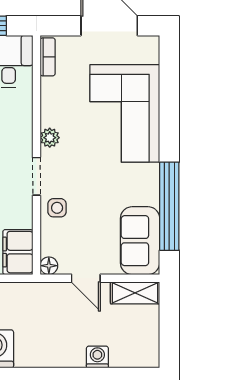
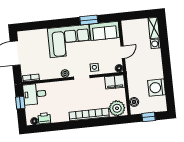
corner sofa: (125, 113) -> (69, 41), moved
window: (169, 206) -> (89, 20), width x0.47
shelving: (135, 293) -> (154, 28), moved

